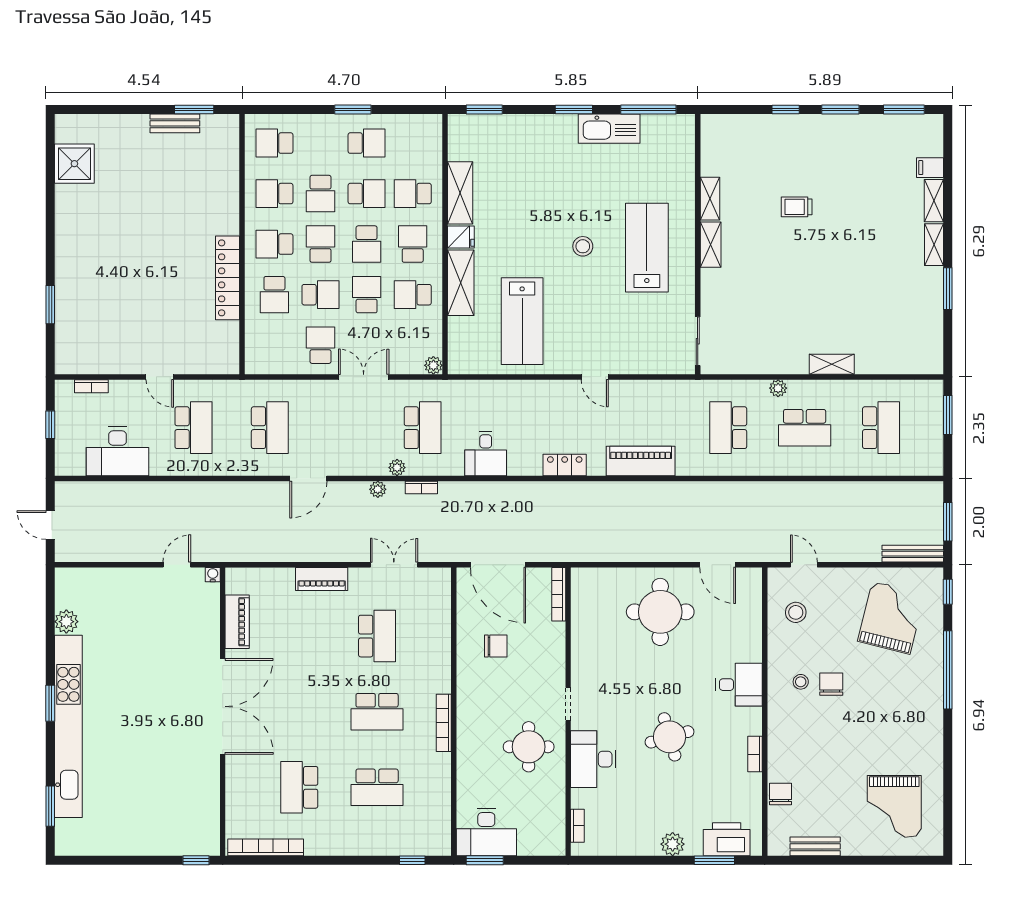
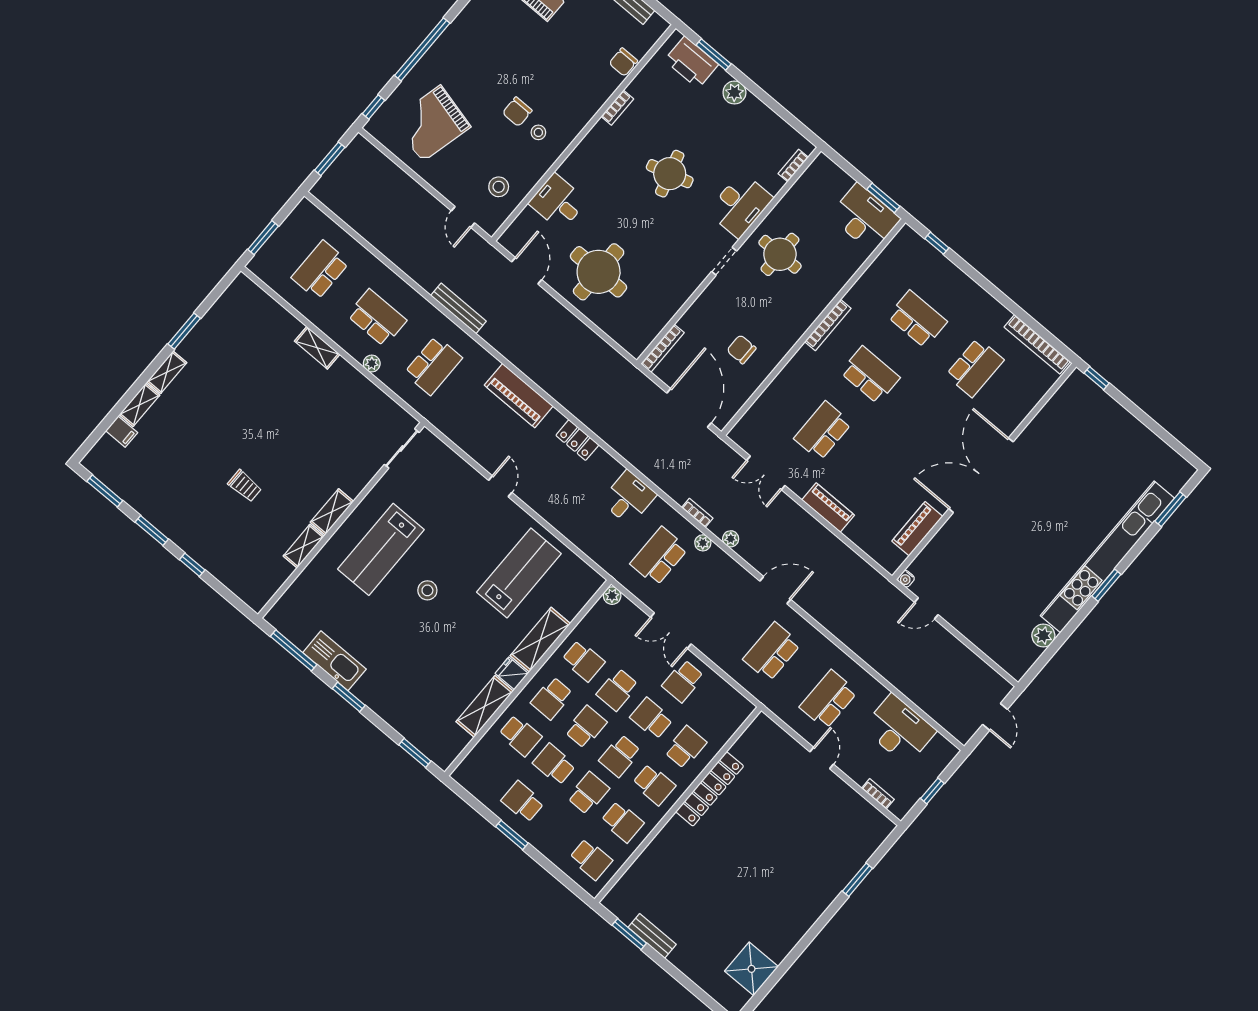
bench: (913, 554) -> (458, 308), moved
desk: (739, 685) -> (558, 202), moved

